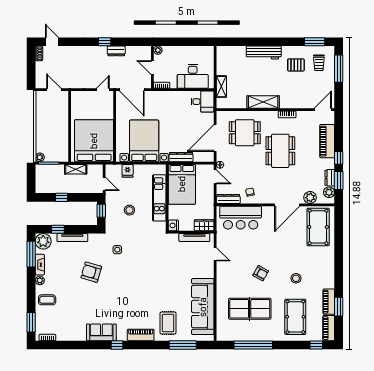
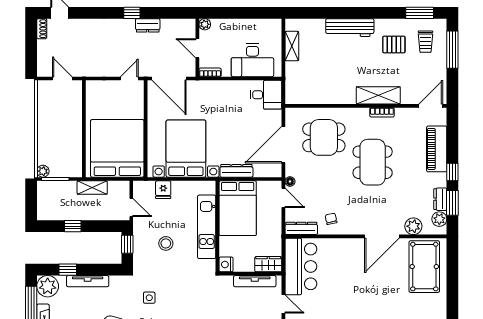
shelving: (221, 87) -> (292, 46), moved
shelving: (263, 102) -> (378, 95), moved
bar counter: (241, 218) -> (301, 266), moved, turned -90

